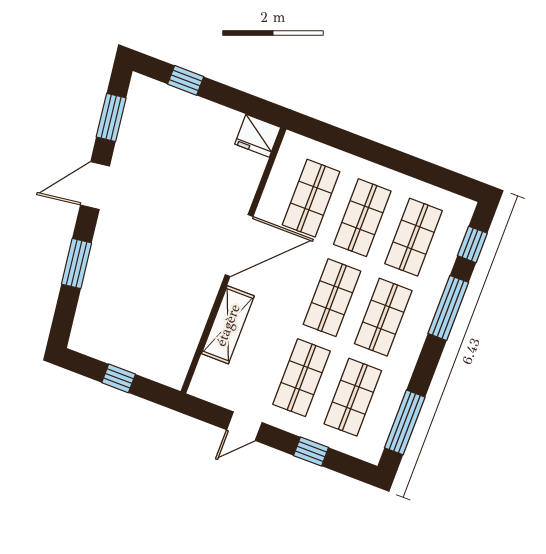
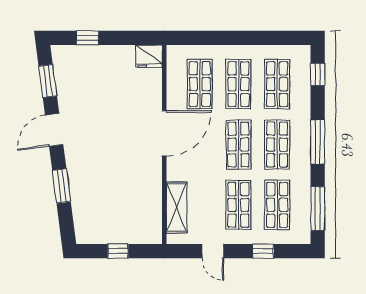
window: (448, 308) -> (318, 142), moved
shelving: (228, 325) -> (177, 207), moved
door: (244, 426) -> (213, 251), hinge flipped

